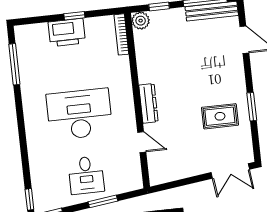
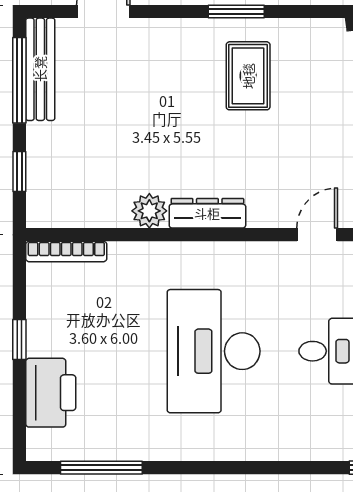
plant: (141, 21) -> (149, 211), moved
printer: (67, 33) -> (51, 393), moved
door: (142, 142) -> (317, 235), moved

